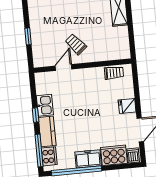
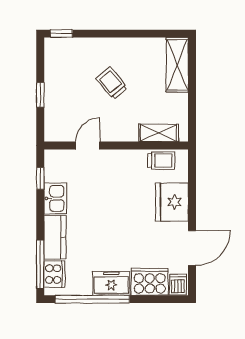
trolley: (76, 44) -> (112, 83), moved
shelving: (110, 54) -> (158, 133), added
fridge: (127, 106) -> (172, 202), width x1.88, depth x1.34
window: (36, 115) -> (40, 178), moved

